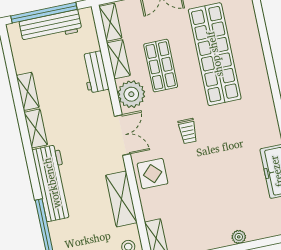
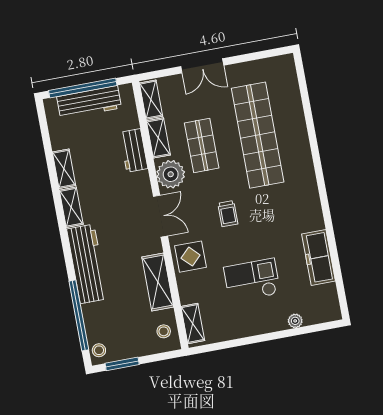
checkout: (213, 195) -> (252, 280), added
plant: (239, 237) -> (295, 321), moved

